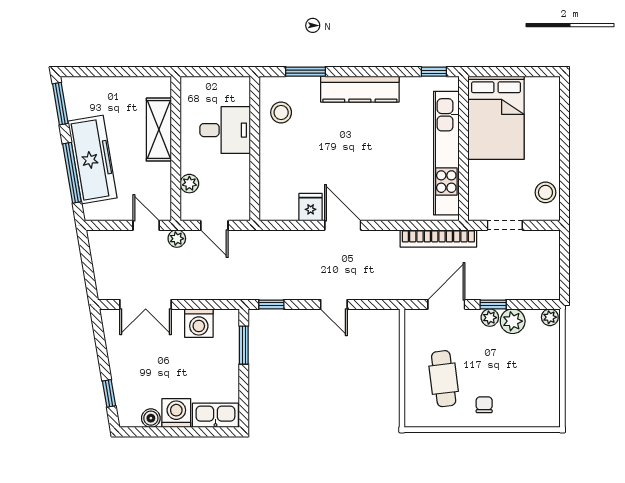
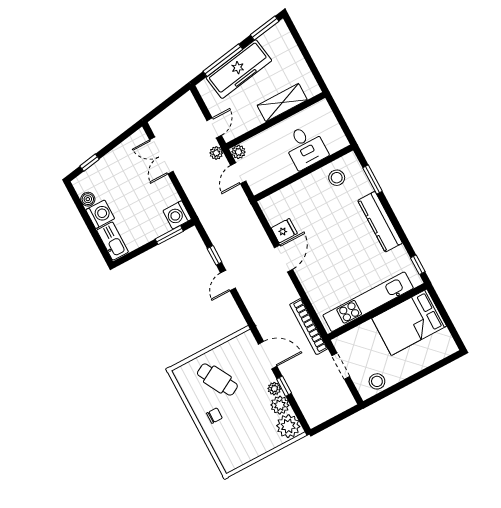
plant: (189, 184) -> (238, 152), moved
window: (271, 304) -> (215, 255), moved
plant: (550, 317) -> (288, 426), width x1.88, depth x1.88
washing machine: (199, 323) -> (177, 215), moved
cafe table: (444, 379) -> (217, 380), turned 68

